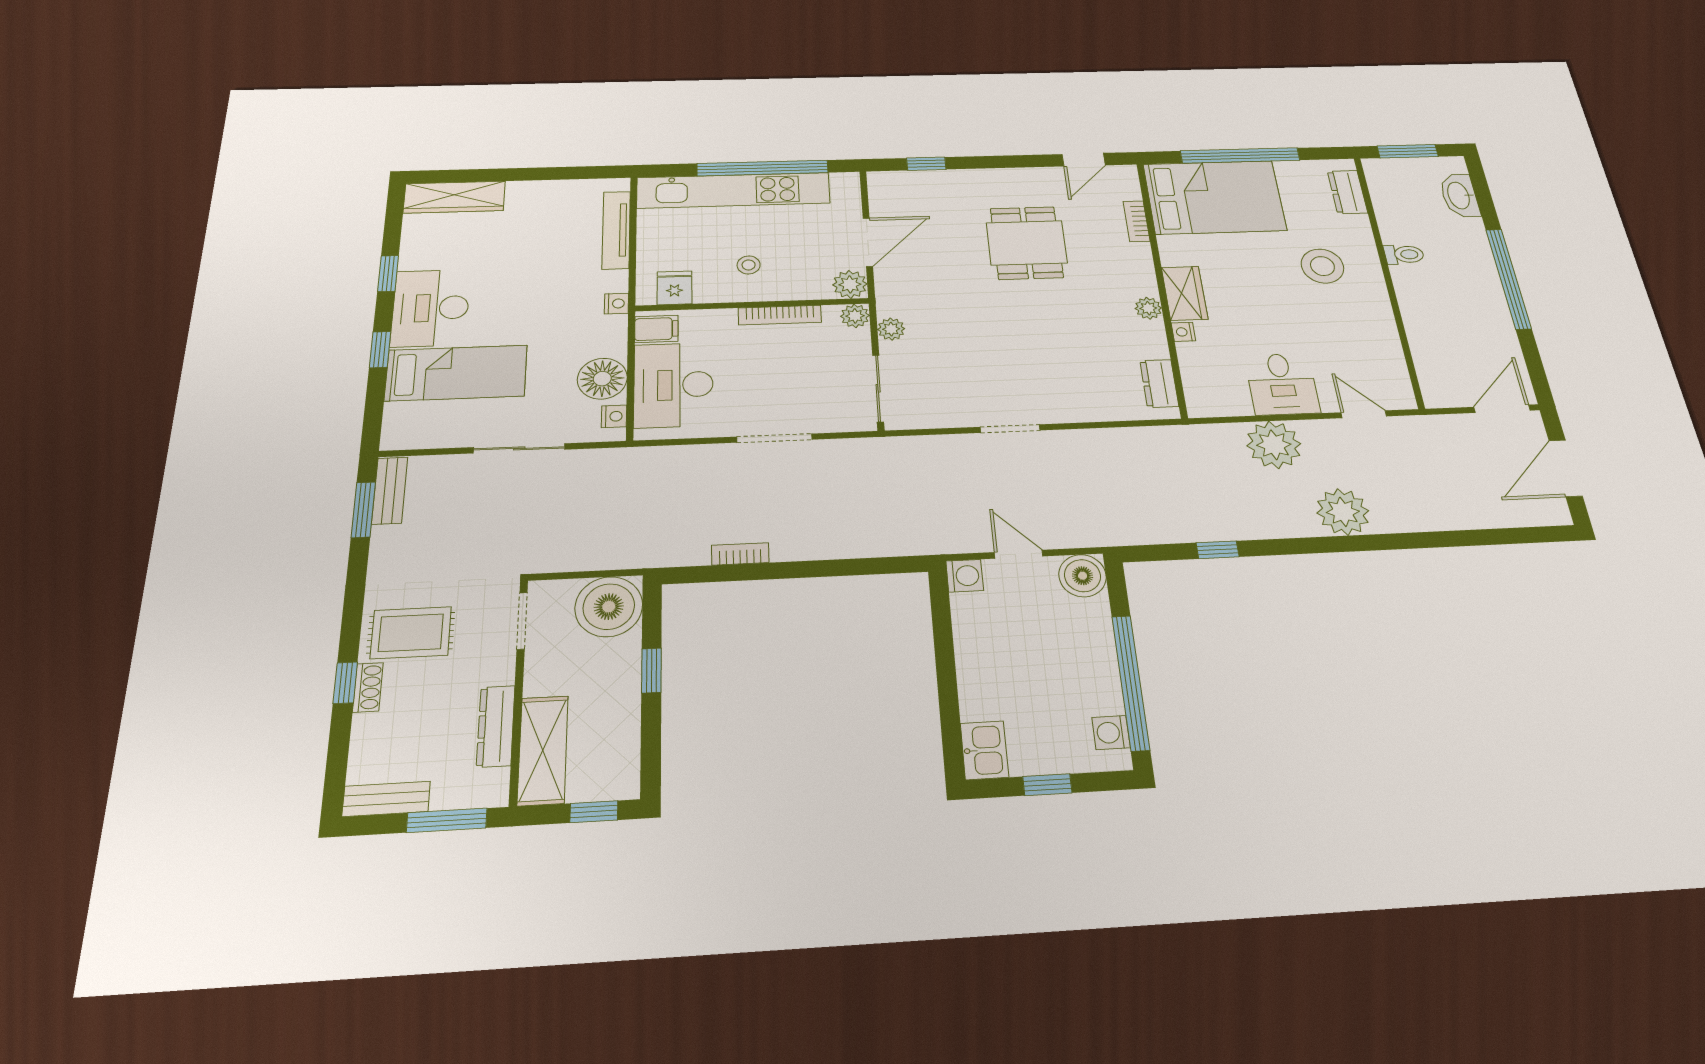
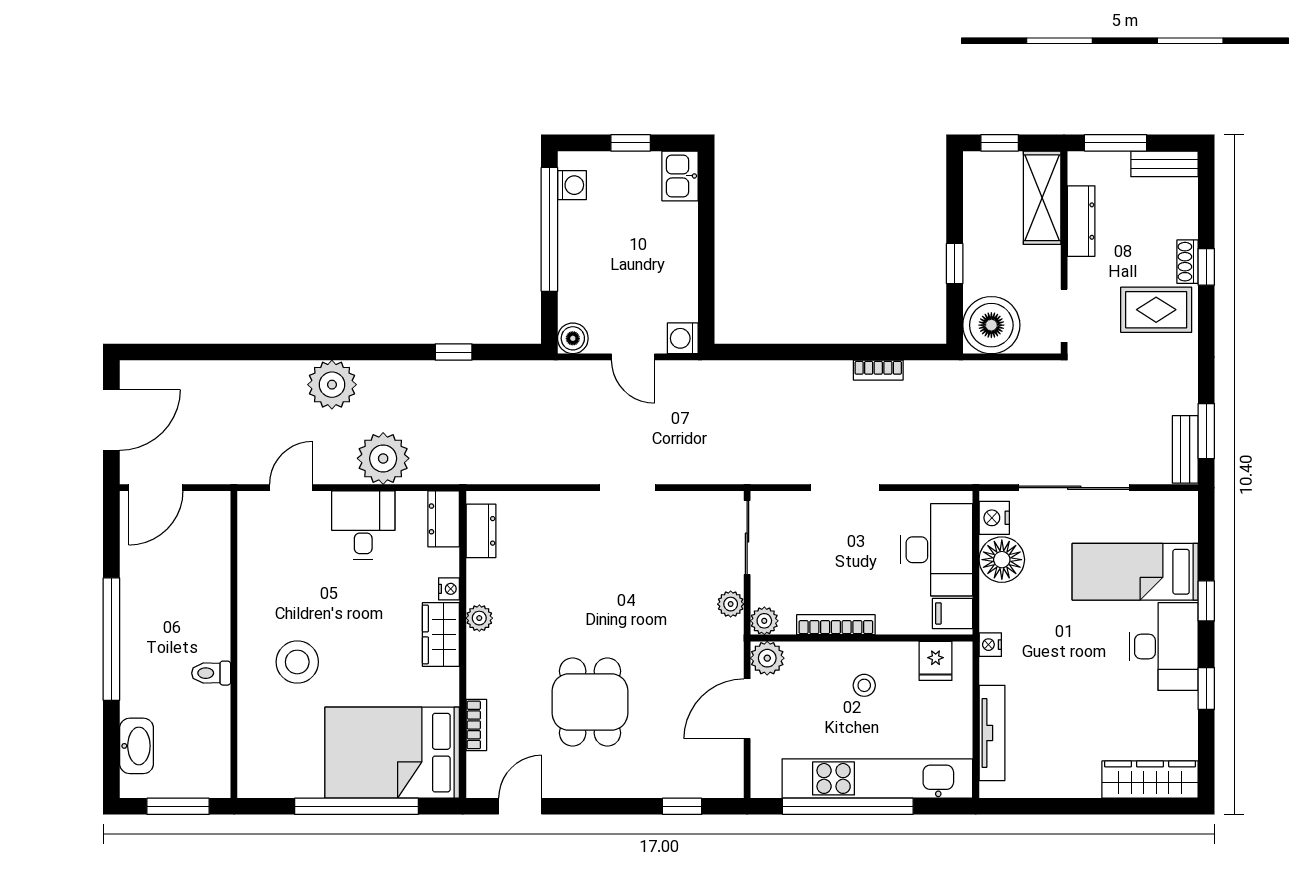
dresser: (1347, 192) -> (444, 519), moved, turned 180
door: (1364, 414) -> (291, 488), swing flipped
nightstand: (614, 416) -> (994, 518), width x1.39, depth x1.35
sliding door: (519, 448) -> (1074, 488), width x1.37
boiler: (1083, 576) -> (573, 338), width x0.73, depth x0.73

